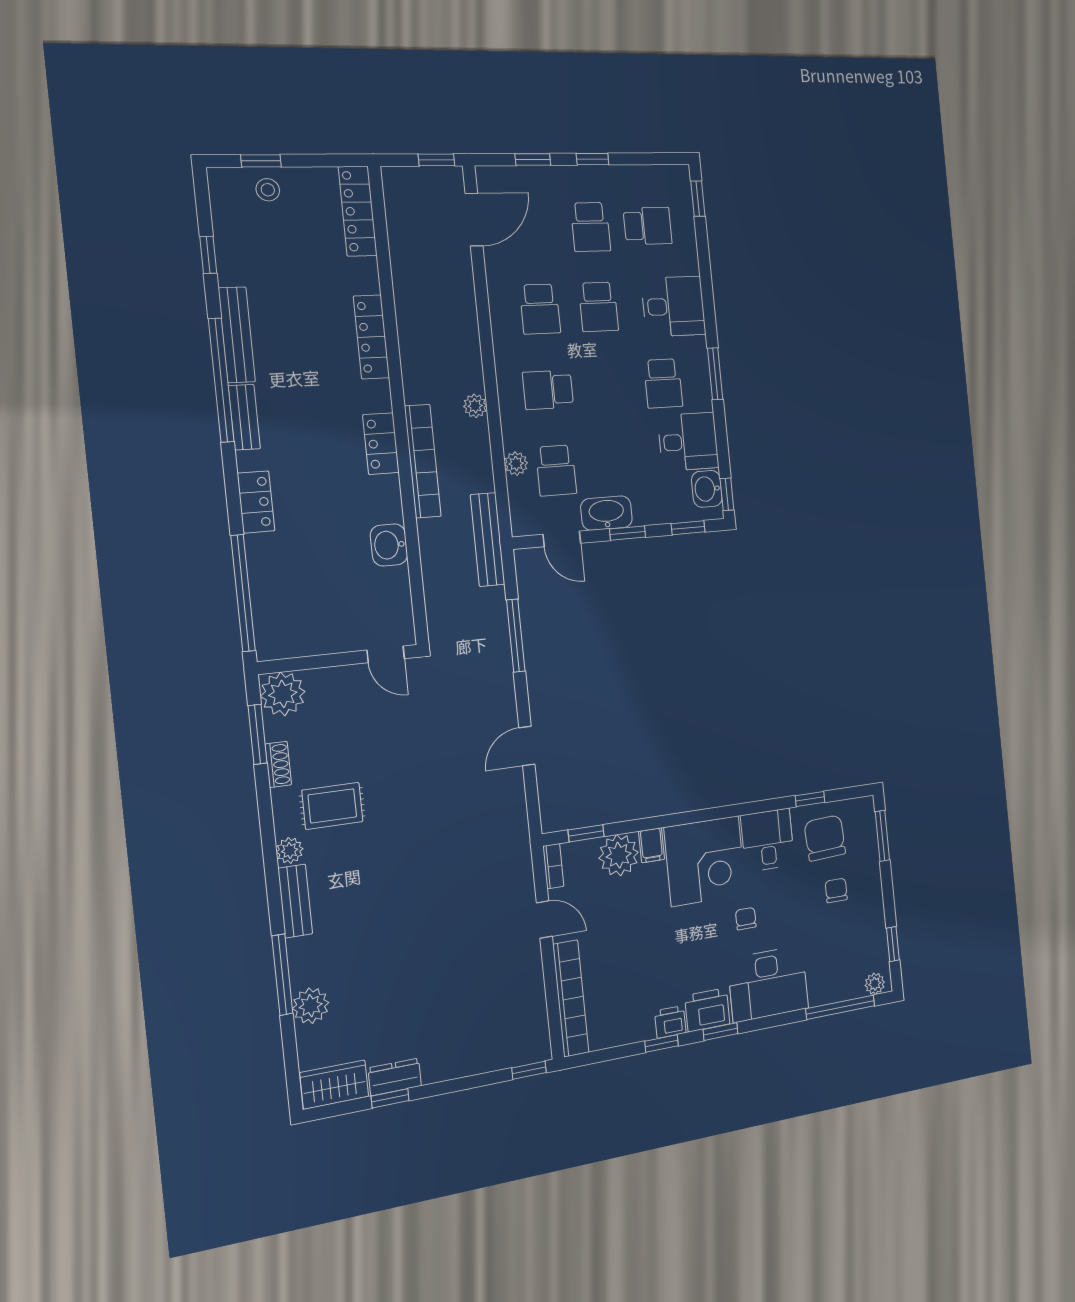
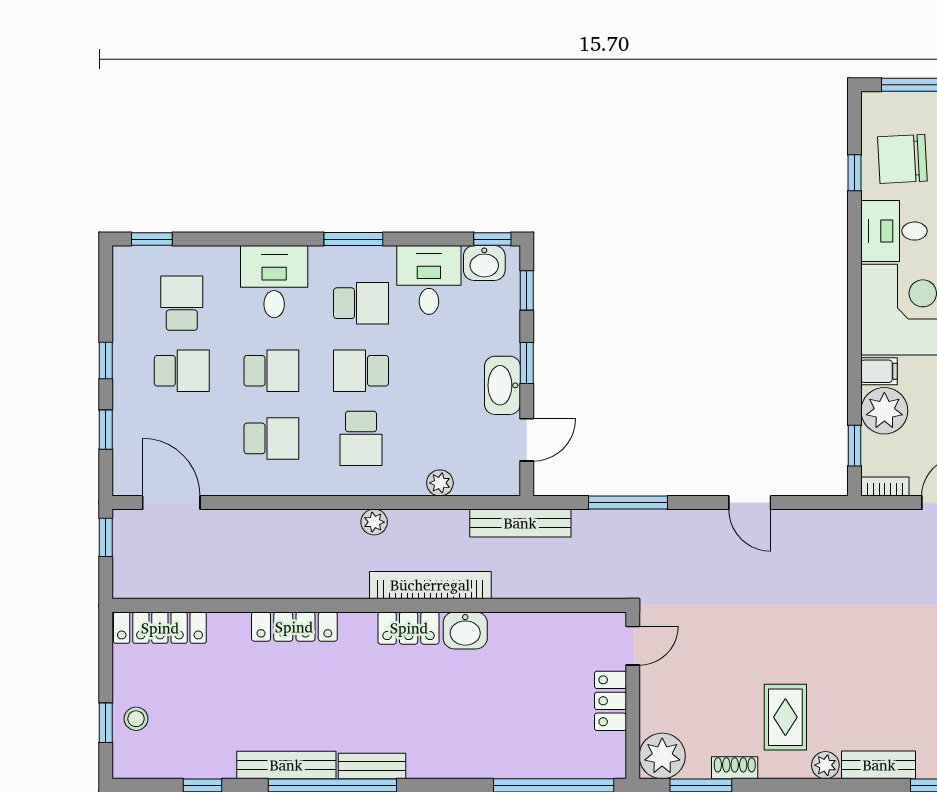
school desk: (556, 470) -> (361, 371), moved, turned 180
locker: (256, 502) -> (610, 701), moved, turned -90
washbasin: (389, 545) -> (465, 630), moved

